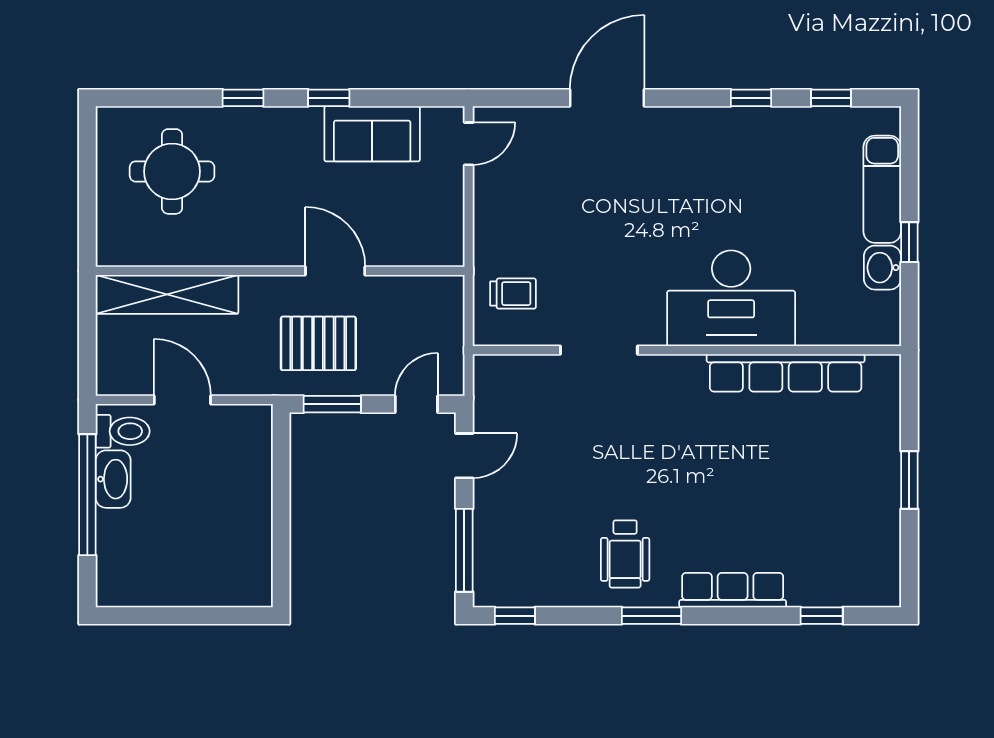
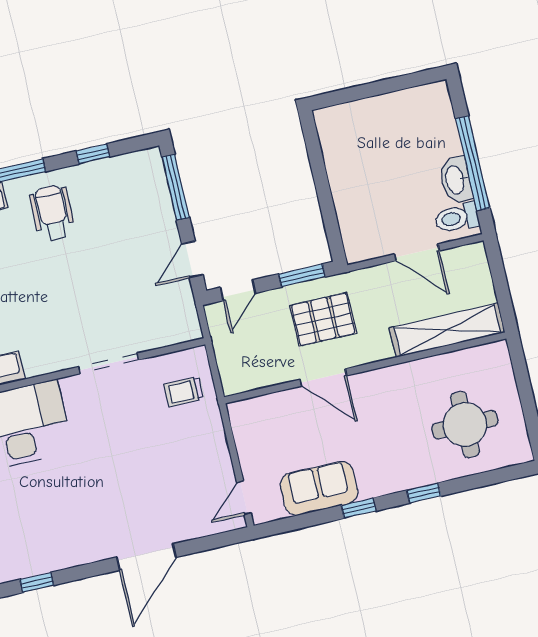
window: (515, 616) -> (93, 154), moved

